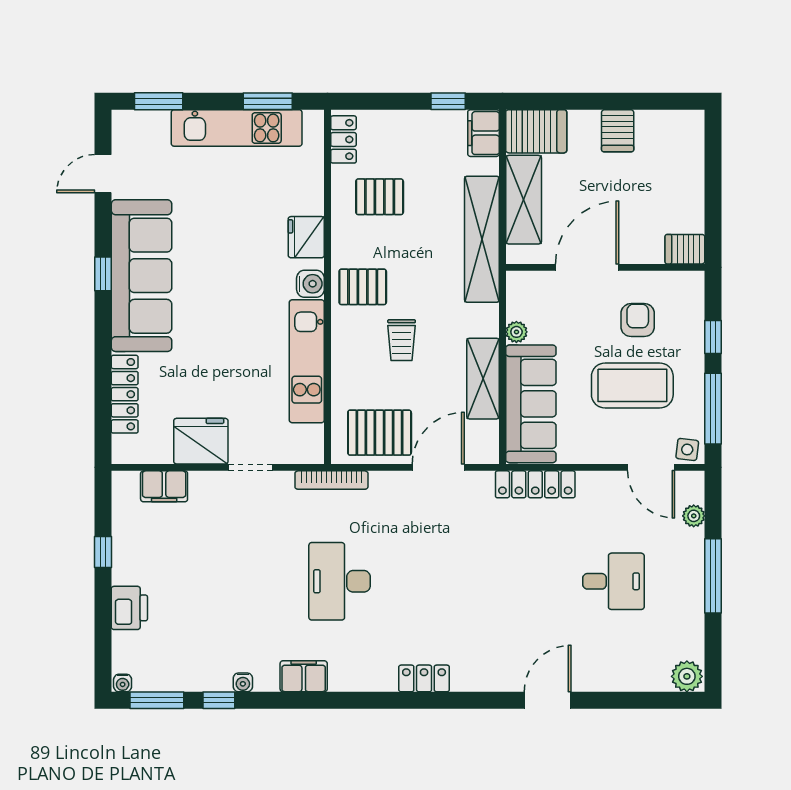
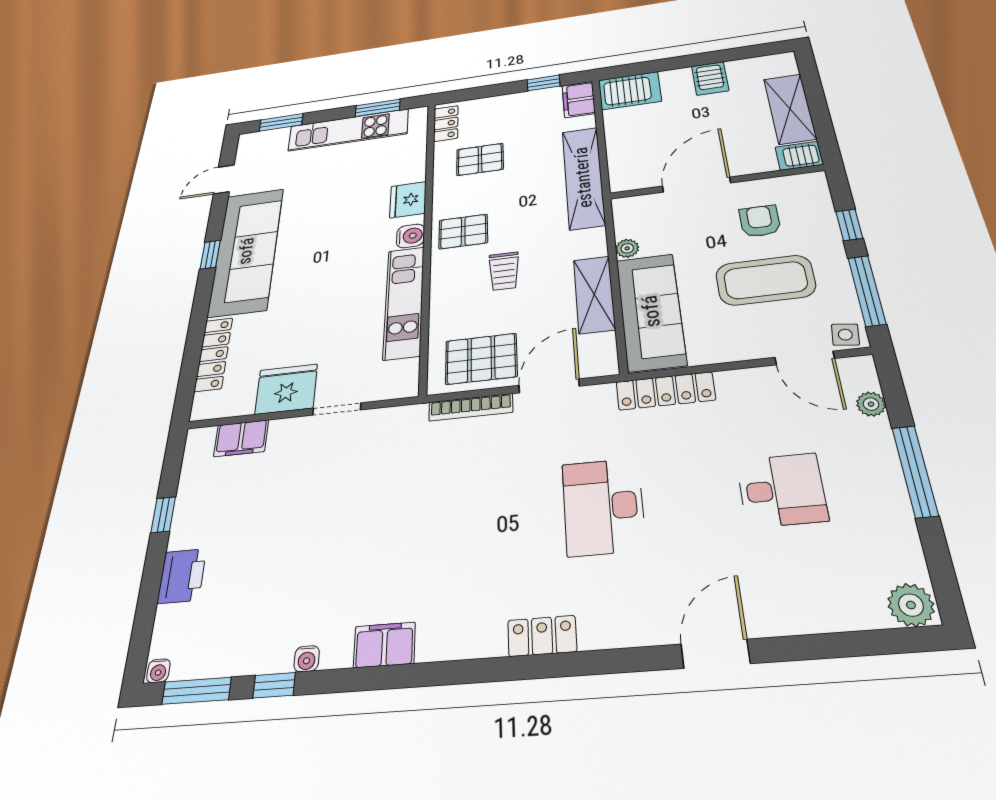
shelving: (524, 200) -> (790, 109), moved
bookcase: (331, 480) -> (471, 407), moved
desk: (340, 581) -> (603, 507), moved

